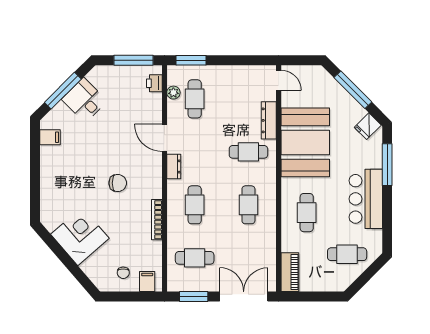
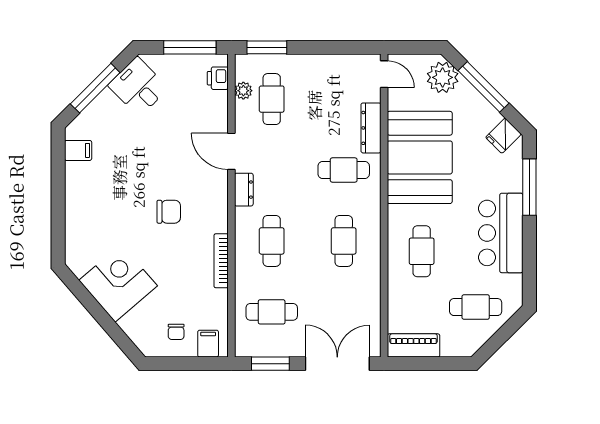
plant: (322, 83) -> (443, 77), added
desk: (84, 100) -> (138, 87), moved
piano: (290, 272) -> (413, 345), moved, turned -90

